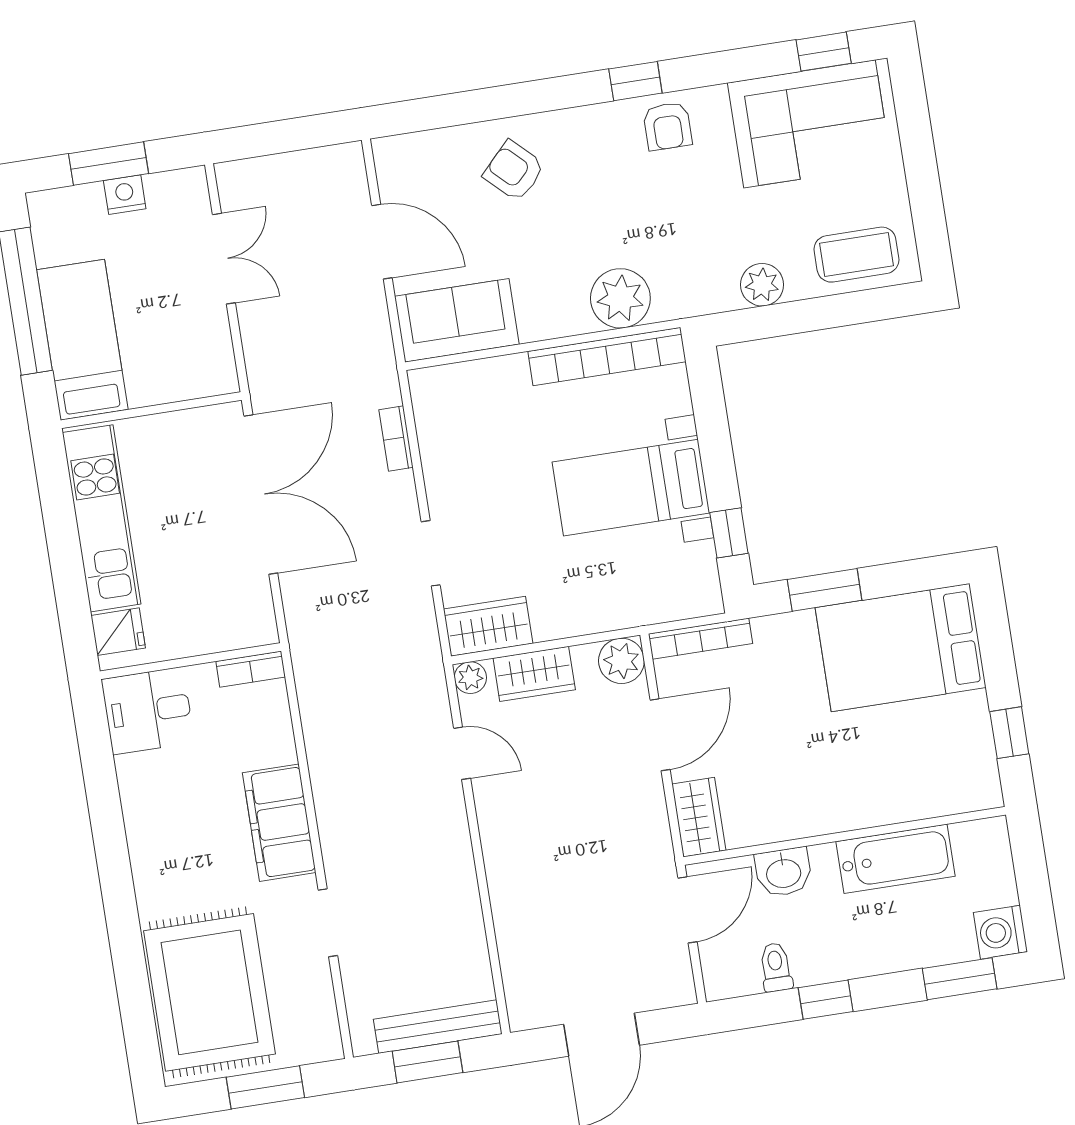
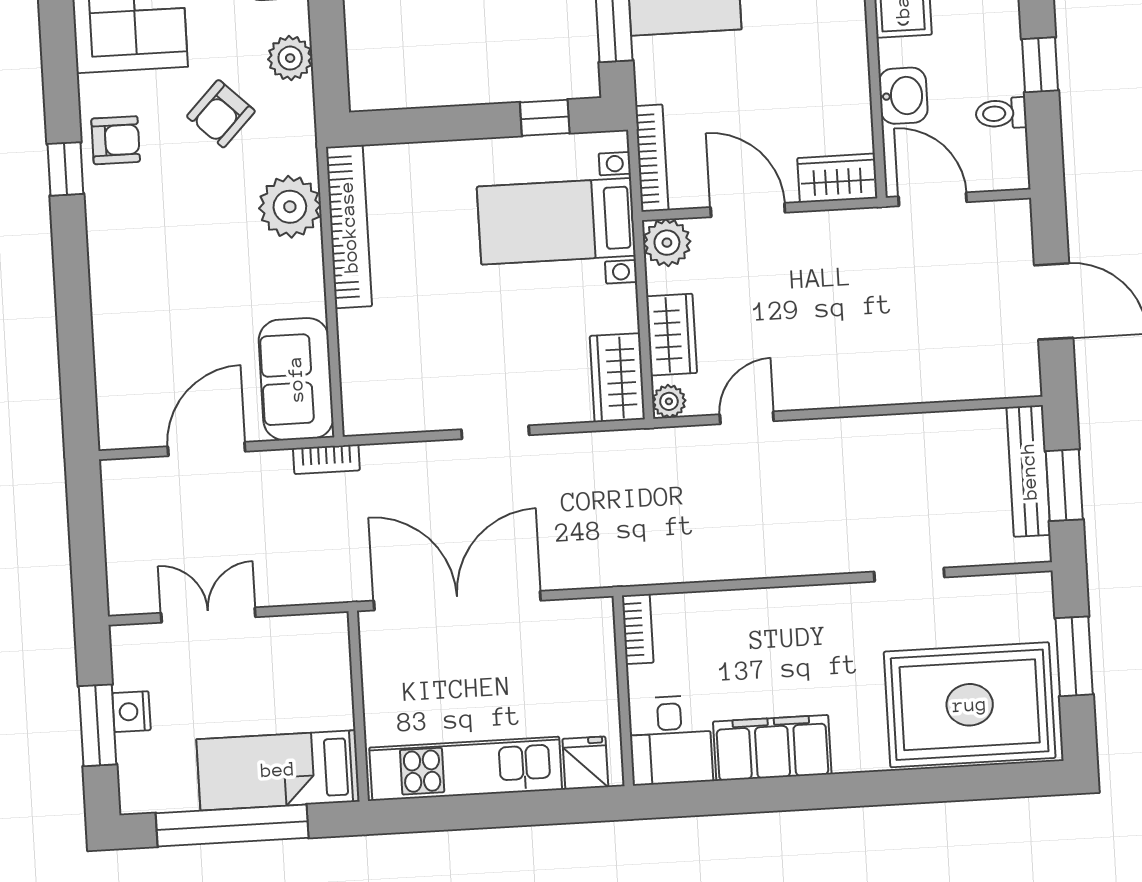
armchair: (514, 171) -> (221, 114), moved
bookcase: (396, 439) -> (326, 459), moved
bed with nightstands: (631, 488) -> (556, 221), moved, turned 90
doorway: (431, 553) -> (495, 432), moved
filing cabinet: (279, 823) -> (772, 748), moved, turned 180

